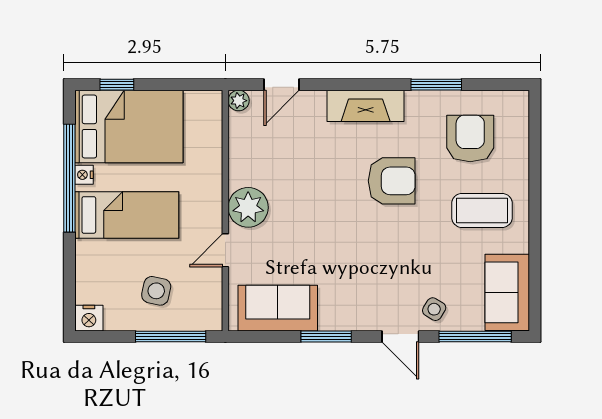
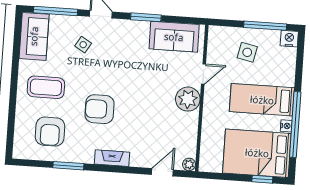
fireplace: (366, 106) -> (112, 158), width x0.73, depth x0.76
side table: (434, 309) -> (83, 45), moved
window: (171, 337) -> (265, 26), moved

